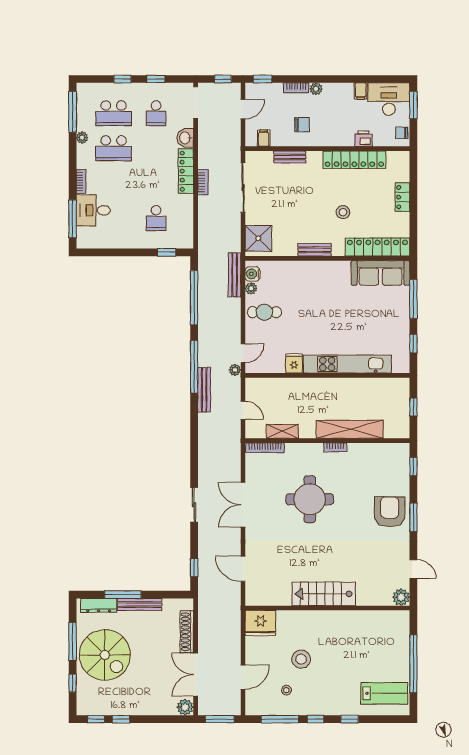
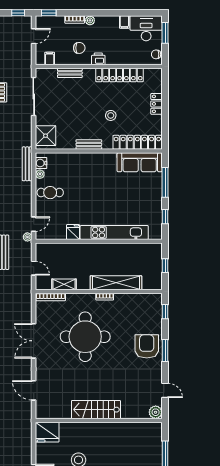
printer: (363, 139) -> (98, 59), moved
round table: (310, 499) -> (85, 337), width x1.36, depth x1.36

